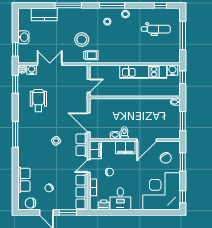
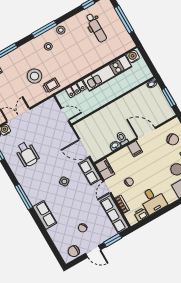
dental chair: (156, 29) -> (96, 28), turned 90
locker: (110, 70) -> (76, 89), added
window: (183, 77) -> (146, 57), removed
door: (89, 86) -> (65, 114), hinge flipped
wheelchair: (38, 101) -> (27, 154), turned 180
door: (147, 140) -> (146, 133), swing flipped
filing cabinet: (125, 147) -> (135, 149), width x0.50
row of seats: (24, 180) -> (45, 215), moved

